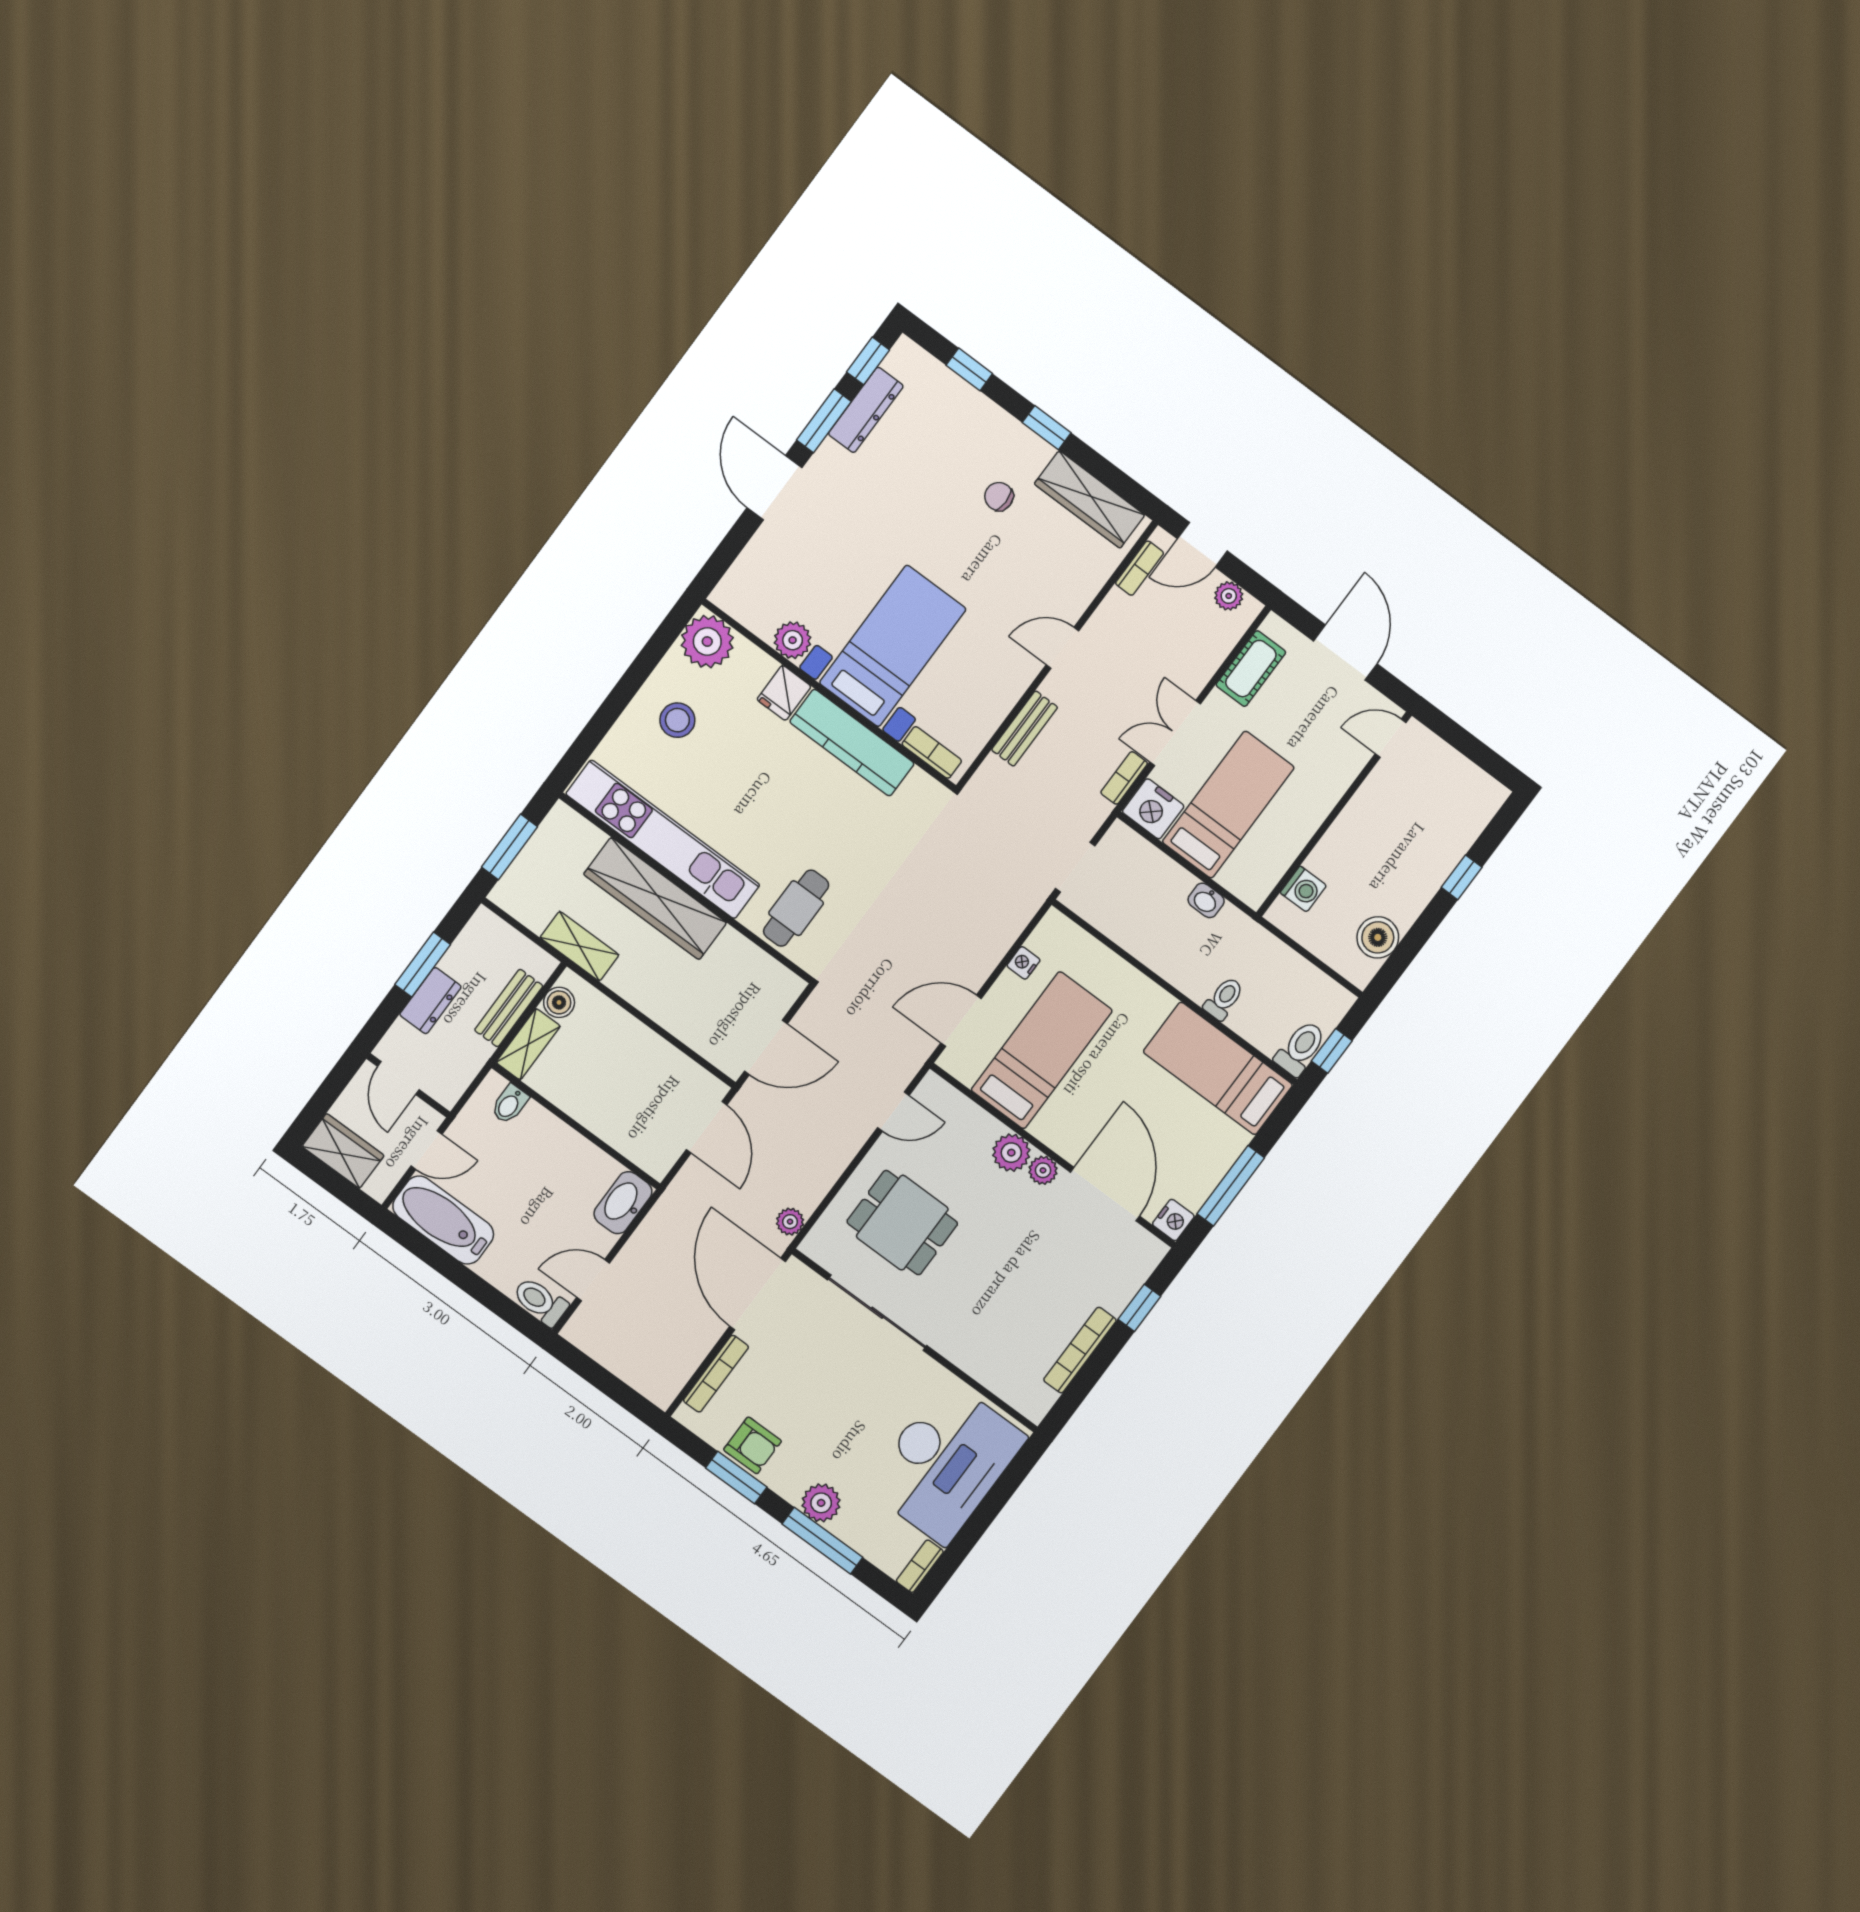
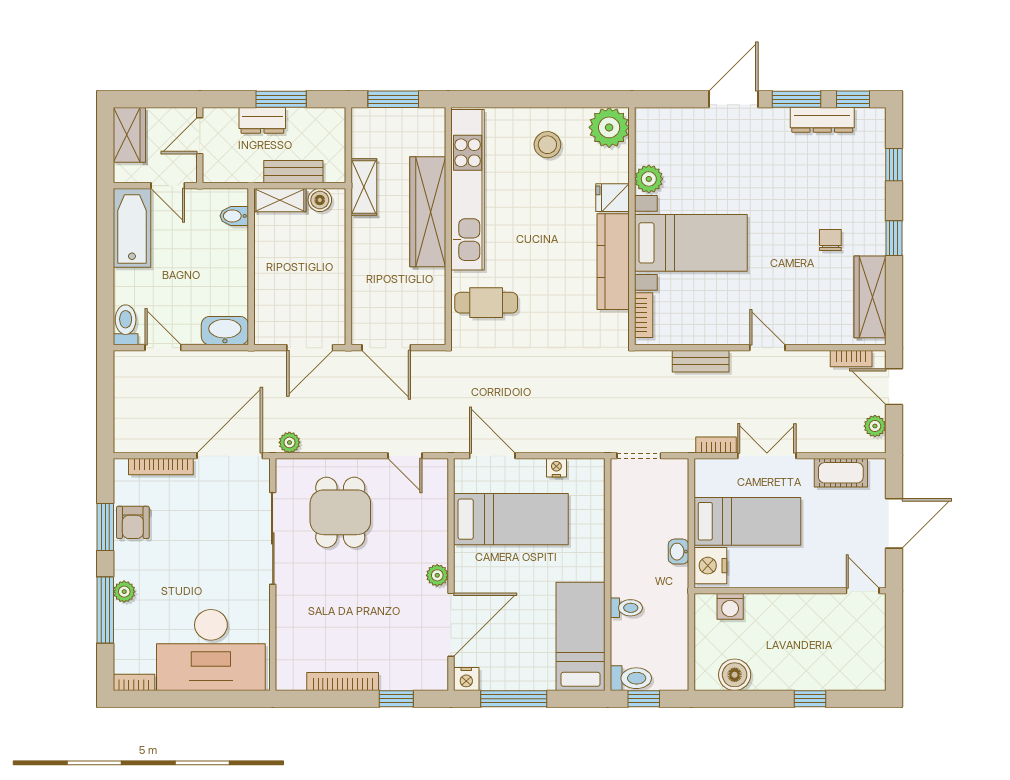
nightstand: (1153, 809) -> (710, 566), moved
plant: (1011, 1153) -> (434, 547), removed
plant: (821, 1503) -> (124, 592), width x0.73, depth x0.73

